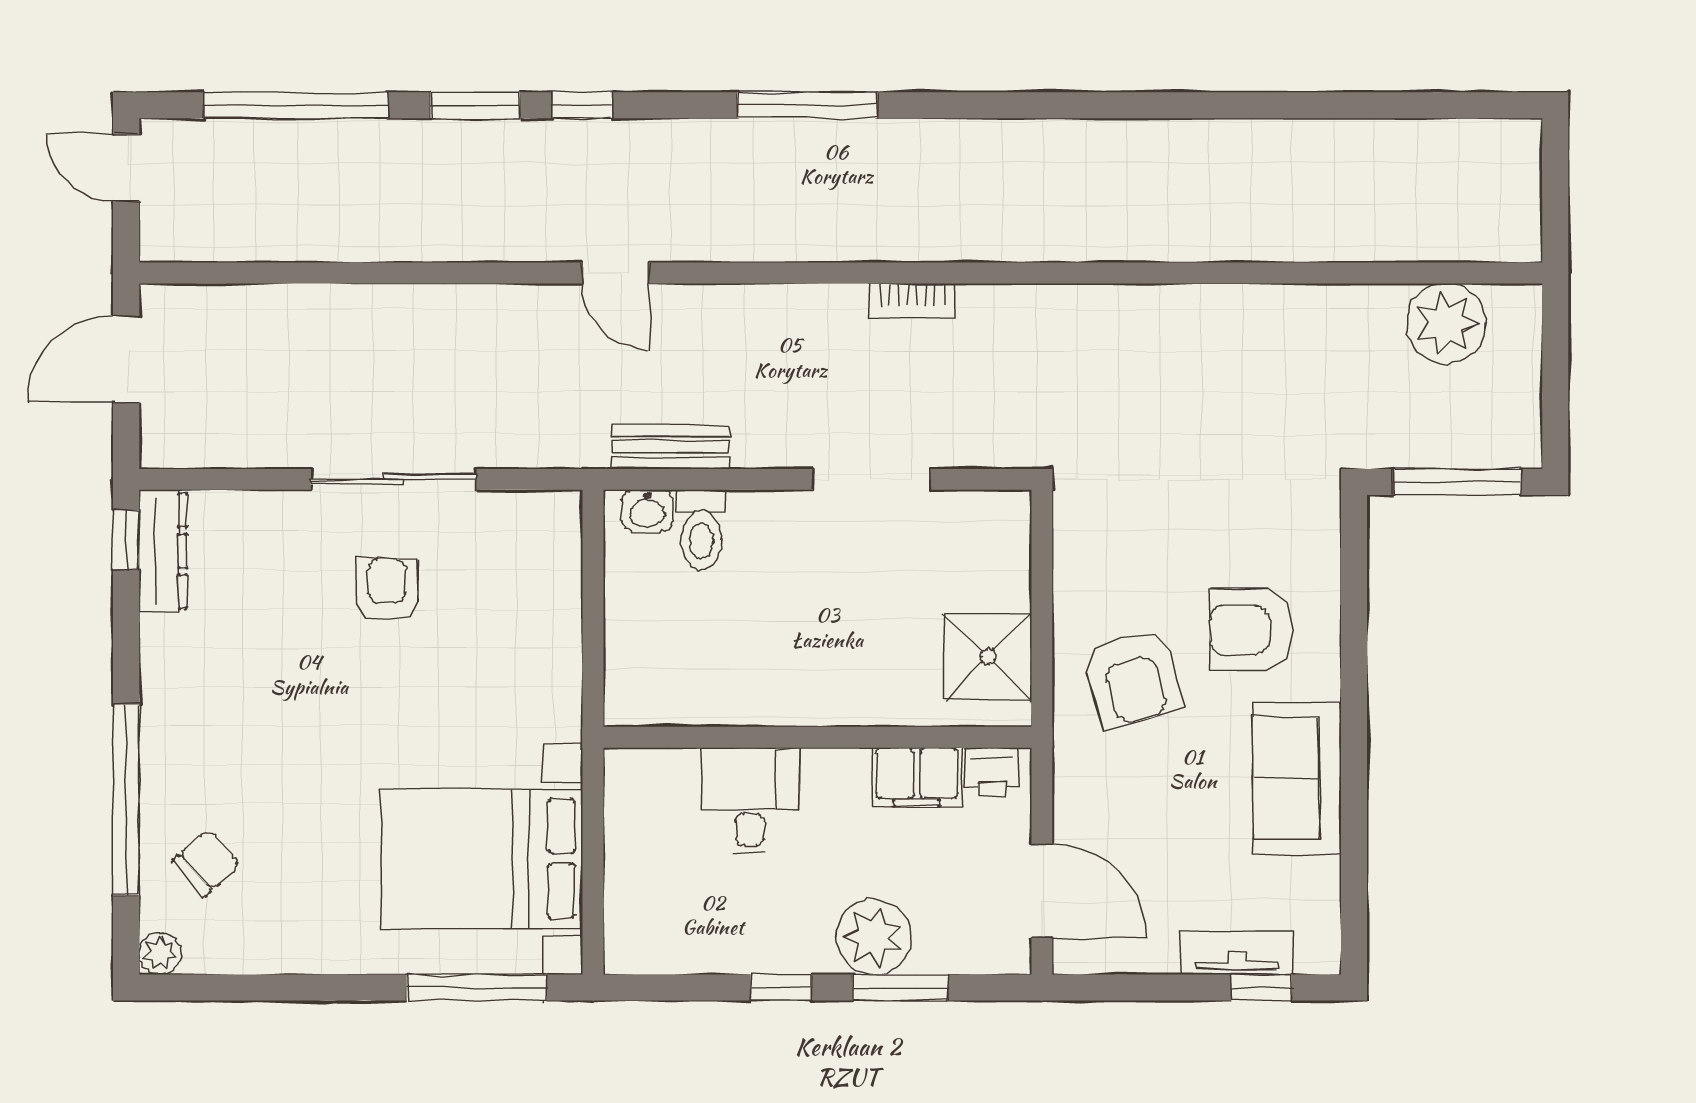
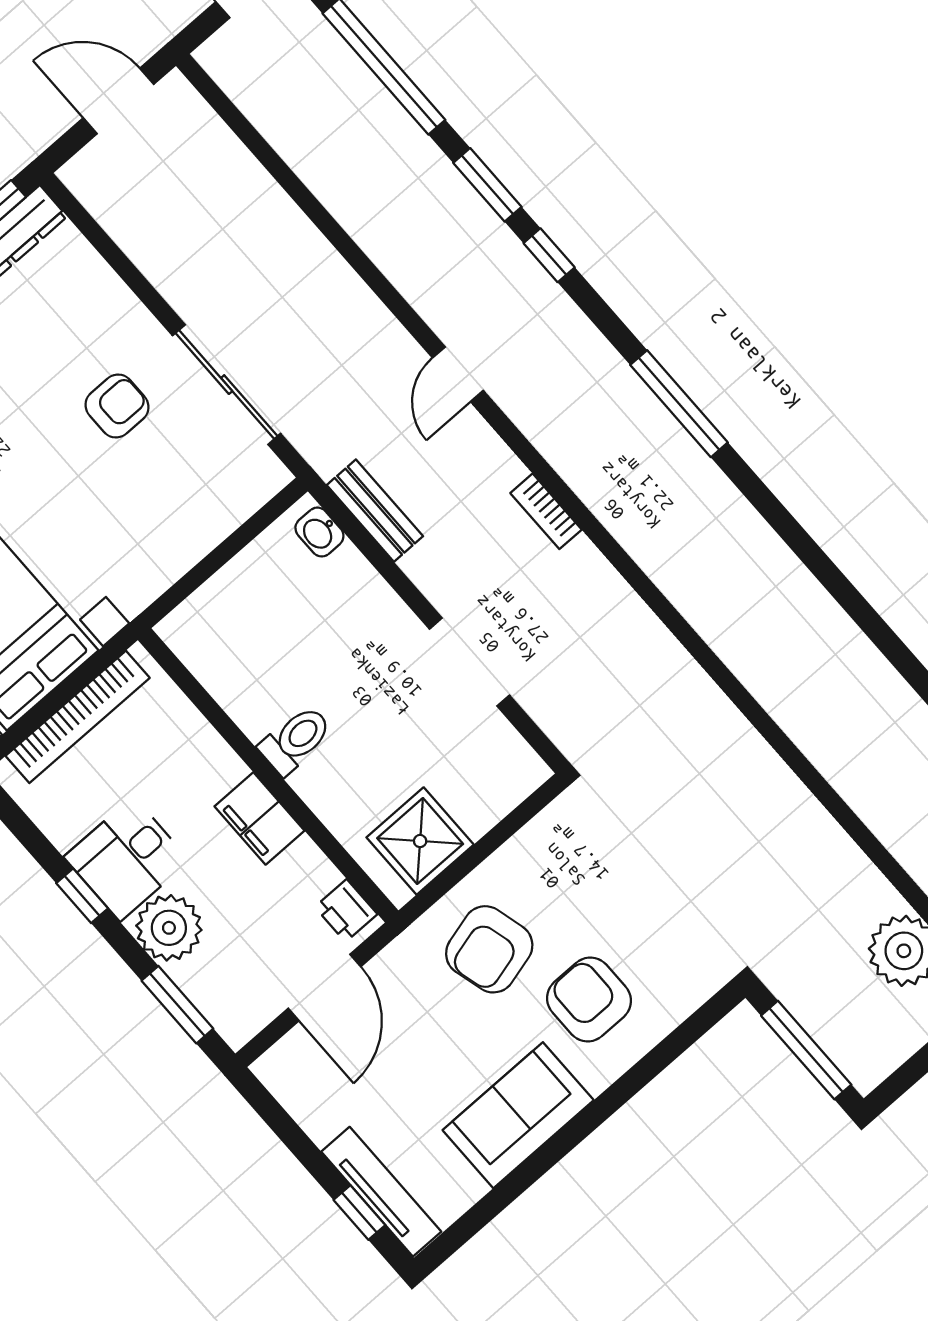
bookcase: (912, 300) -> (546, 511), moved
sliding door: (394, 479) -> (227, 385), moved
toilet: (701, 530) -> (296, 740), moved, turned 180
filing cabinet: (917, 777) -> (259, 818), moved
desk: (750, 801) -> (127, 859), moved, turned 180
bookcase: (624, 857) -> (78, 717), added
door: (1042, 891) -> (324, 987), moved
tv unit: (1237, 953) -> (381, 1192), width x1.41
window: (900, 988) -> (177, 1005), moved

